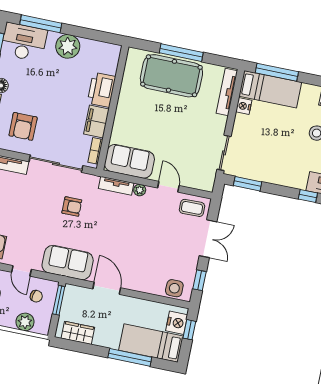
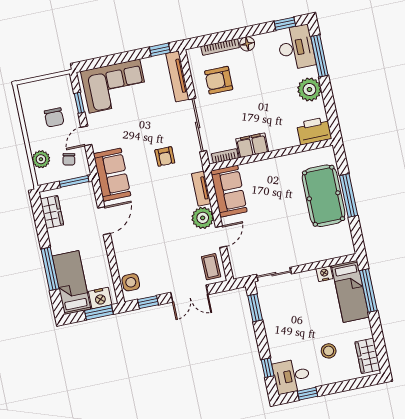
printer: (101, 90) -> (314, 131), moved
tv unit: (227, 92) -> (331, 253), removed
plant: (140, 190) -> (203, 218), width x1.88, depth x1.88
window: (189, 330) -> (99, 312), width x1.50

